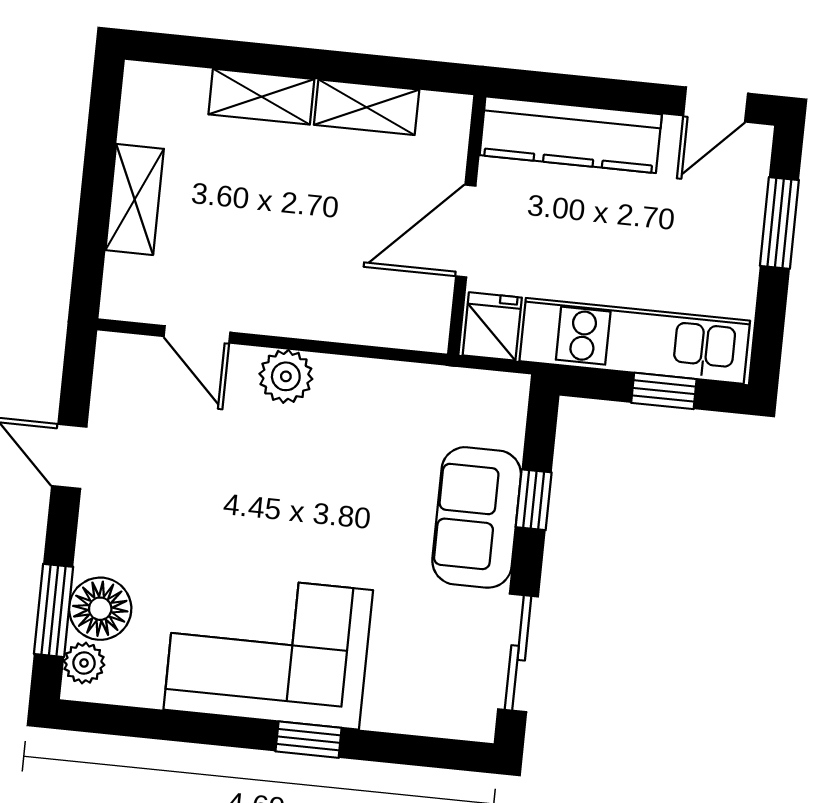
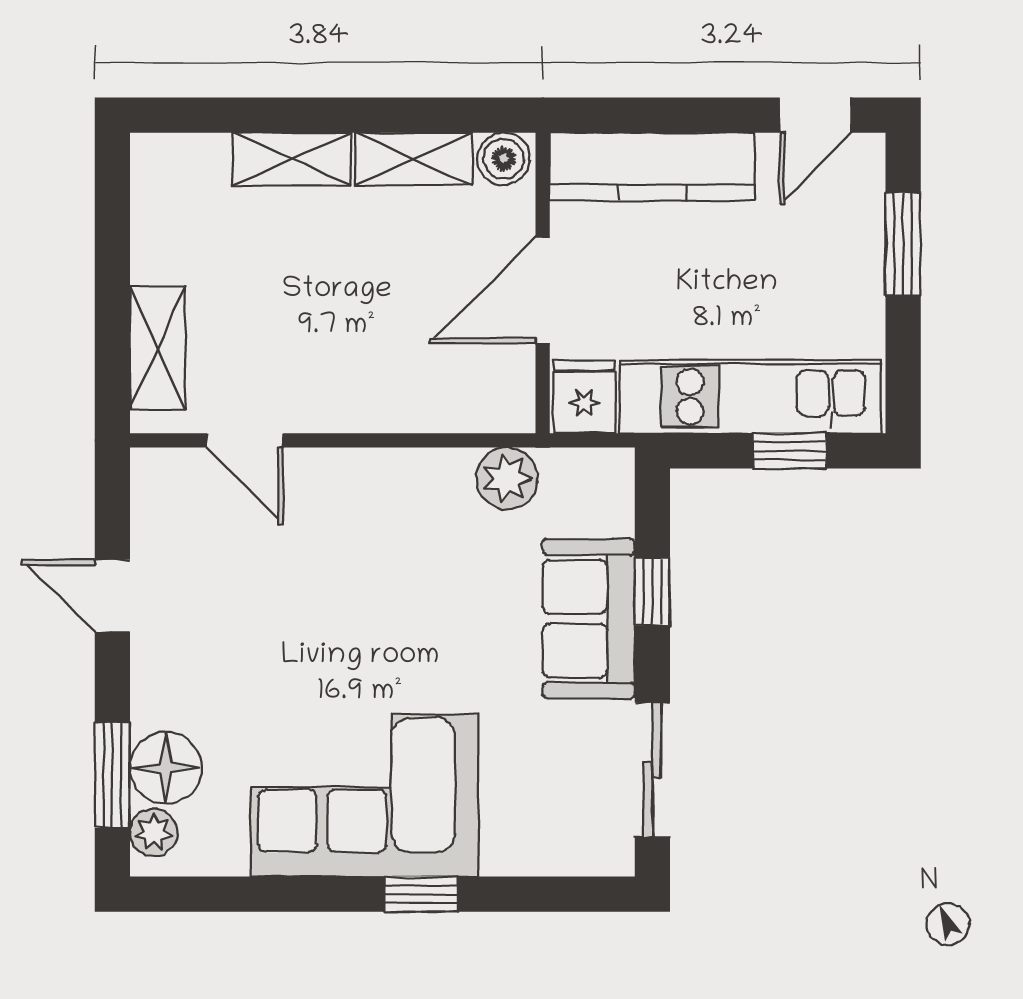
boiler: (444, 115) -> (504, 159), added
shelving: (135, 200) -> (158, 348), moved
plant: (286, 376) -> (507, 478), moved

